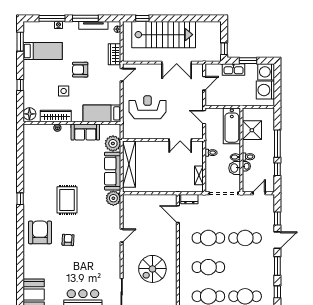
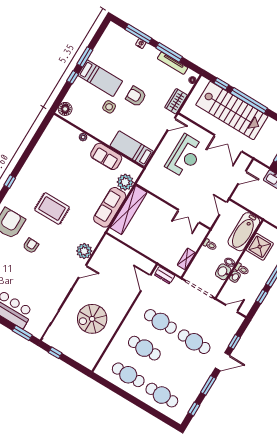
window: (173, 18) -> (249, 101), added
window: (20, 42) -> (85, 57), moved
bed: (43, 51) -> (100, 78), moved
reception desk: (148, 107) -> (185, 156), moved, turned 90
wardrobe: (56, 116) -> (88, 125), removed
plant: (113, 198) -> (84, 251), moved
rug: (67, 200) -> (52, 209), turned 90

